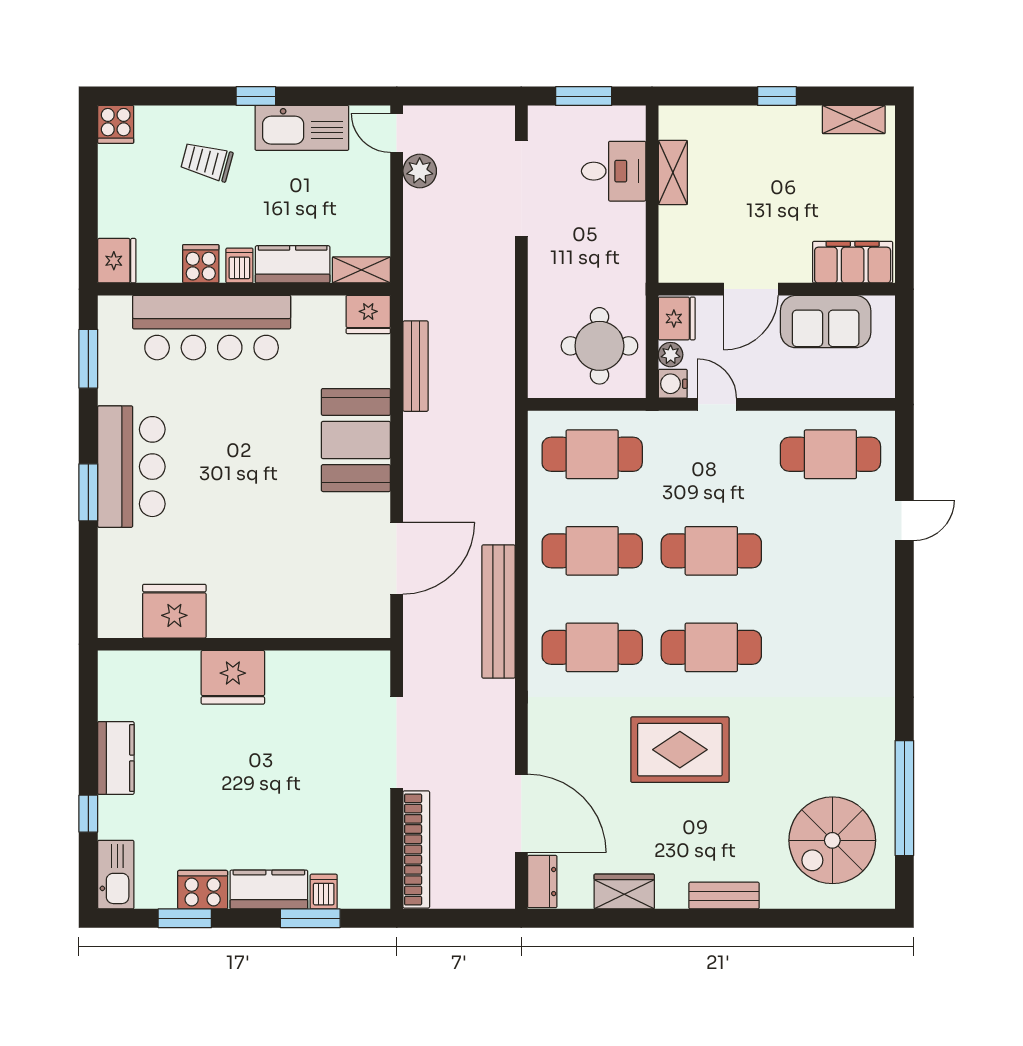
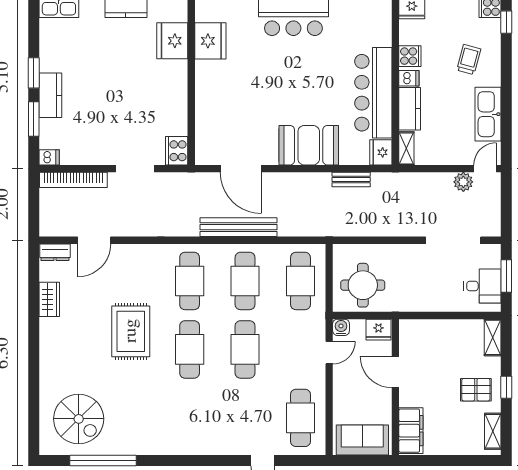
window: (256, 96) -> (506, 22), moved
pallet: (781, 149) -> (476, 390), added
desk: (614, 171) -> (482, 286), moved, turned -90
shelving: (673, 172) -> (493, 337), moved, turned 90
sofa: (826, 322) -> (362, 440), moved, turned 90
bar counter: (212, 328) -> (373, 93), moved
plant: (671, 355) -> (358, 326), removed
bench: (416, 366) -> (351, 180), width x0.73
bench: (498, 611) -> (239, 227), moved
fridge: (233, 677) -> (172, 41), moved
doorway: (397, 742) -> (135, 169), width x0.73
door: (521, 813) -> (94, 240), width x0.73
spiral stairs: (832, 840) -> (79, 419), turned 180
cooker: (203, 890) -> (177, 151), moved, turned 180
dishwasher: (324, 892) -> (49, 157), moved
bench: (724, 896) -> (47, 357), removed
window: (185, 918) -> (34, 73), moved

